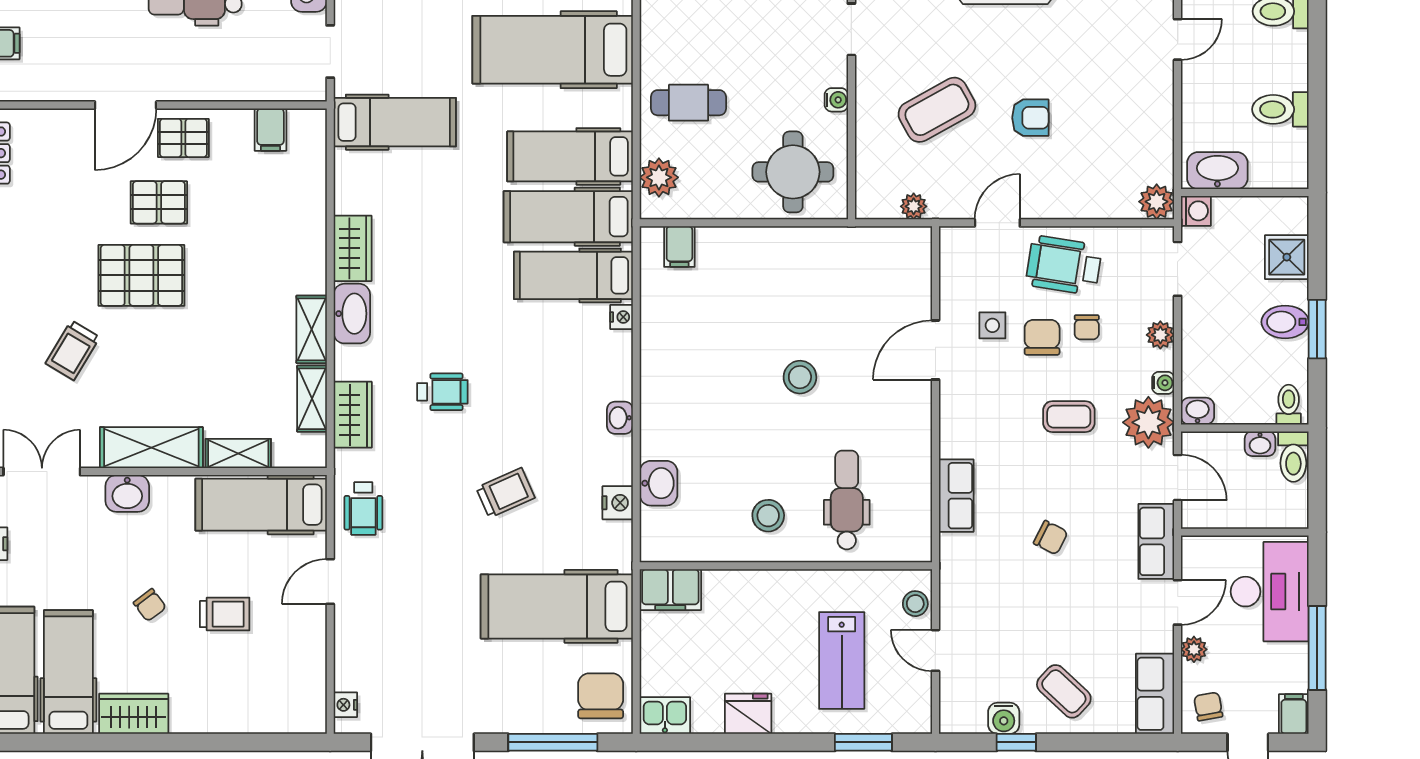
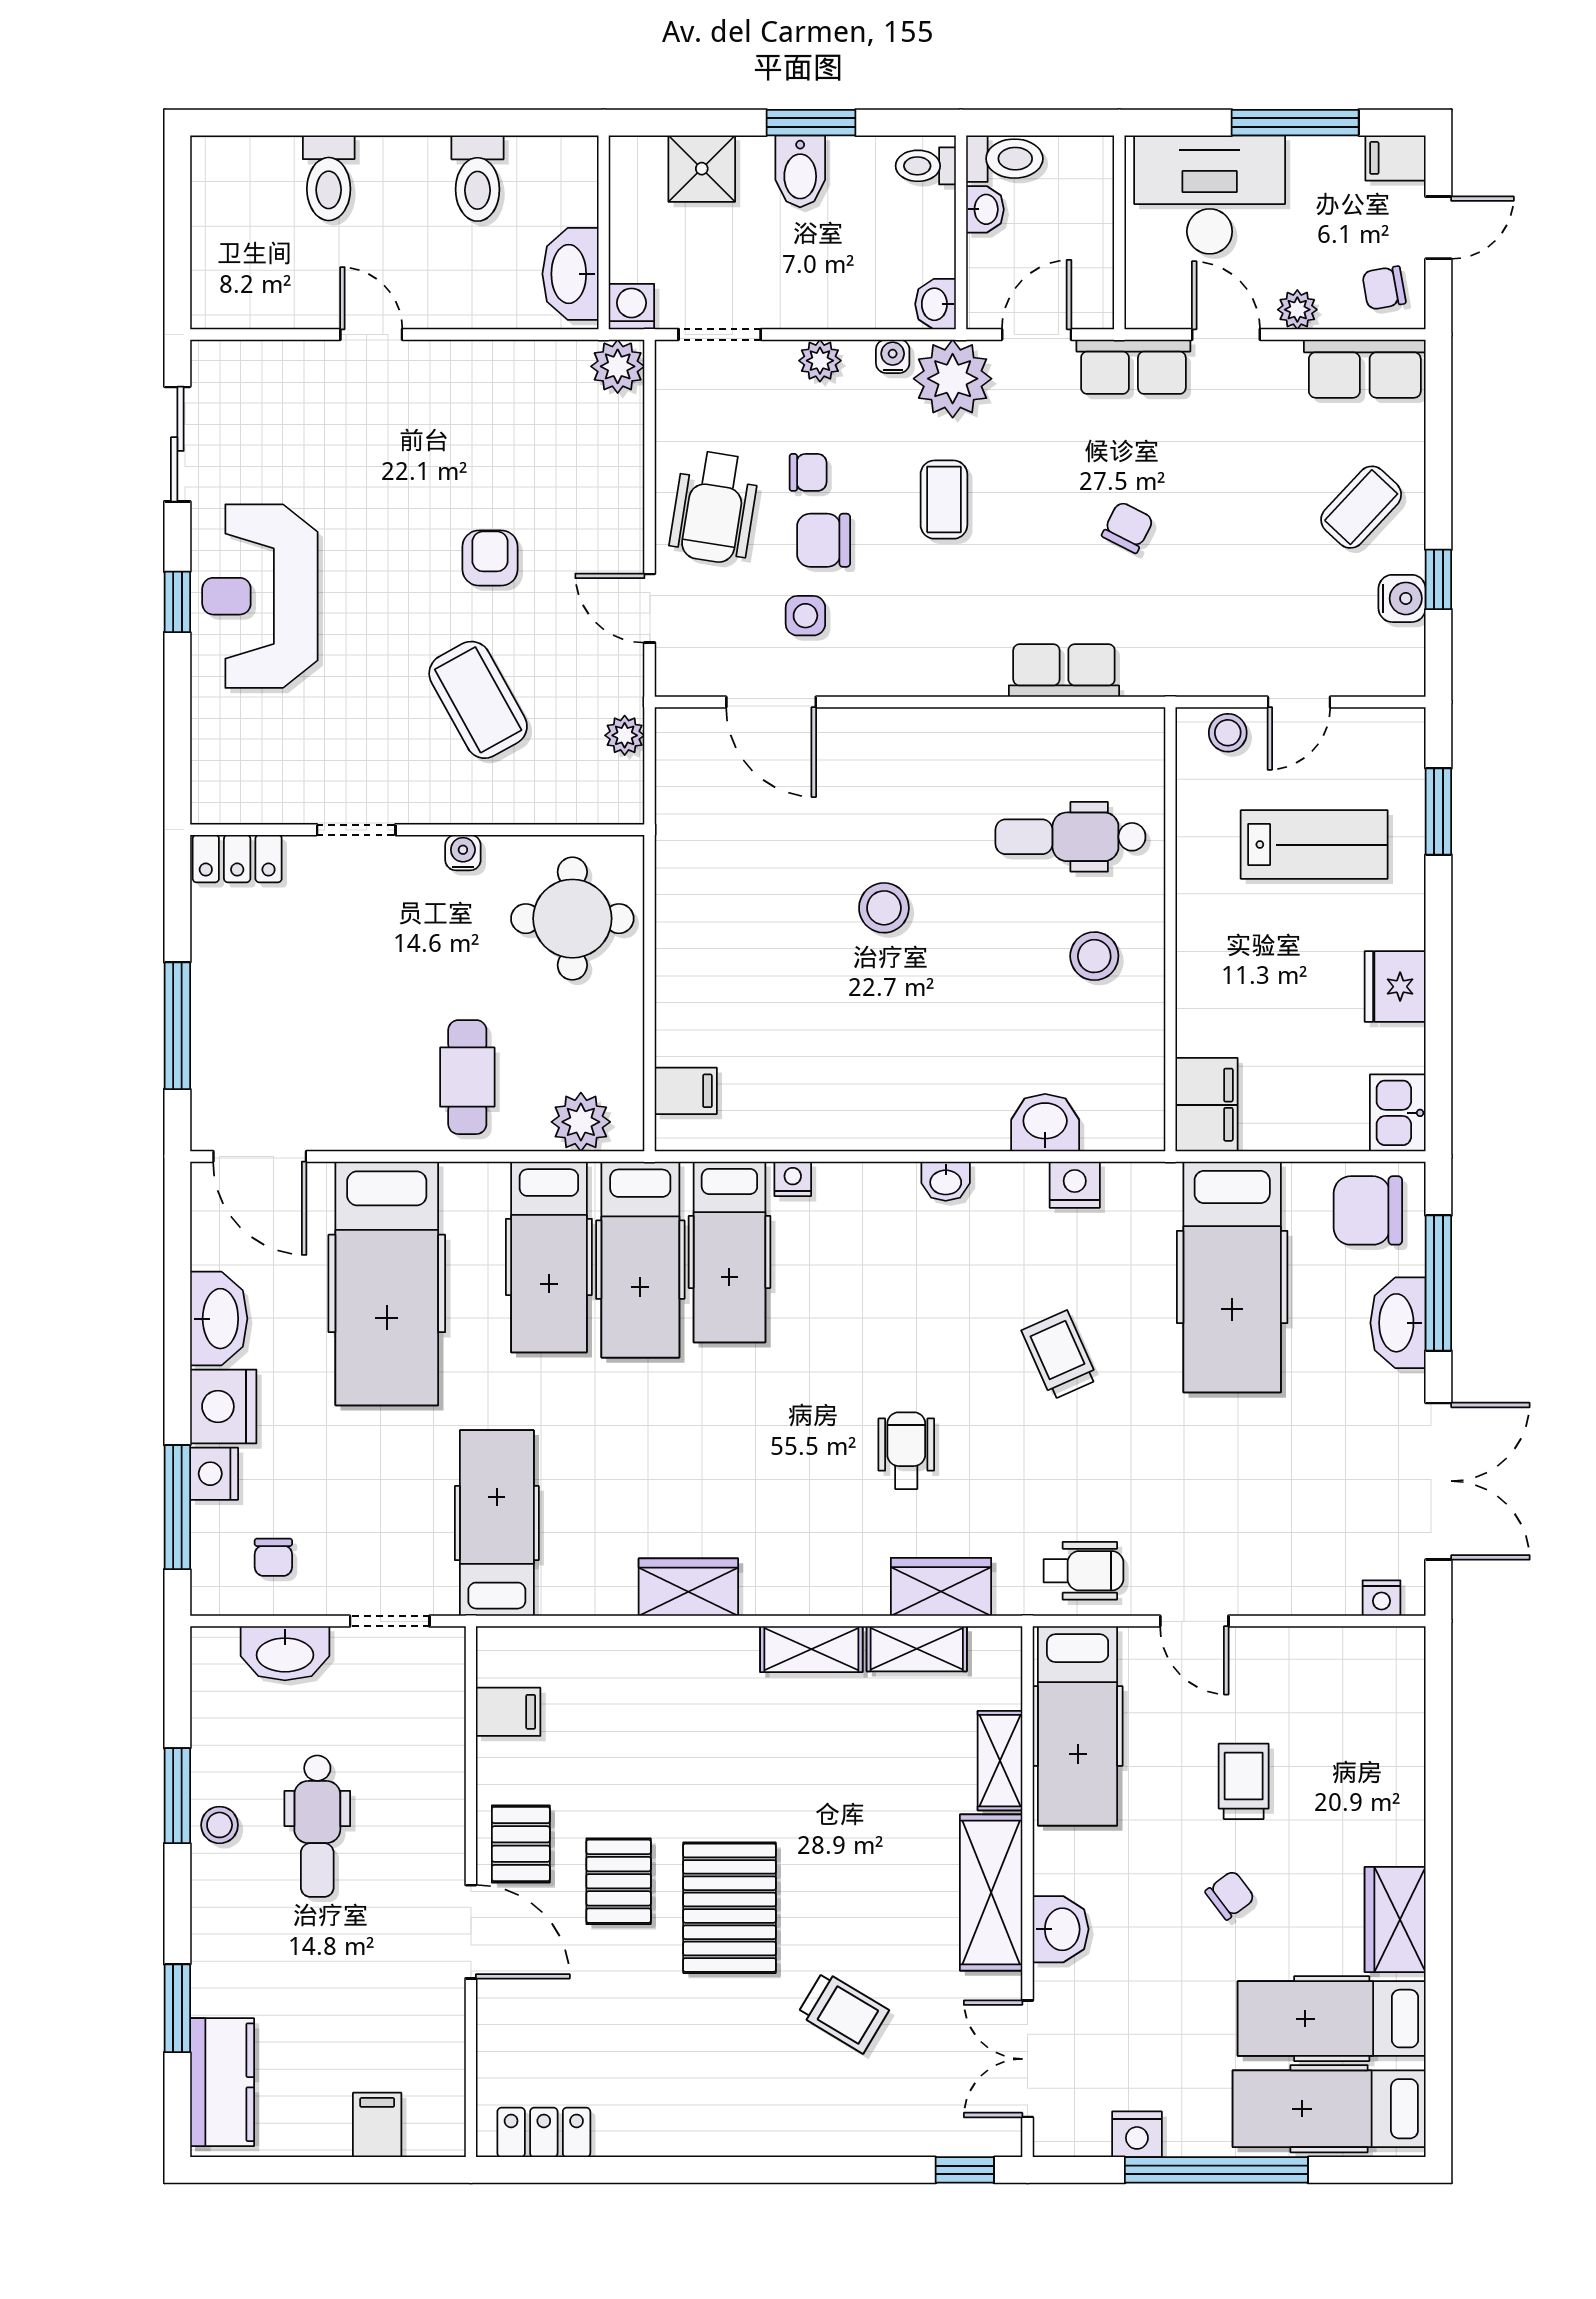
washbasin: (352, 314) -> (1398, 1323), moved, turned -90
door: (935, 350) -> (771, 702), moved

